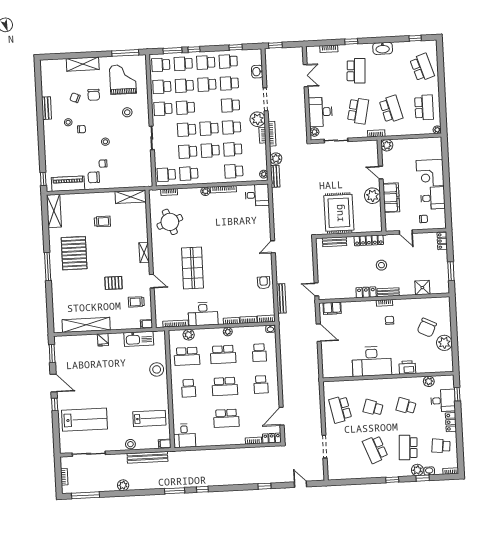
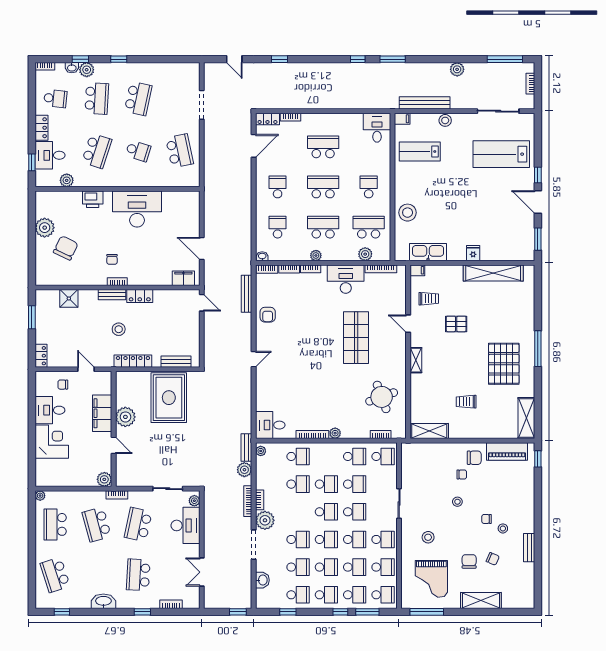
school desk: (232, 127) -> (326, 539), moved
school desk: (406, 406) -> (97, 151), width x1.85
school desk: (375, 449) -> (138, 99), turned 33

